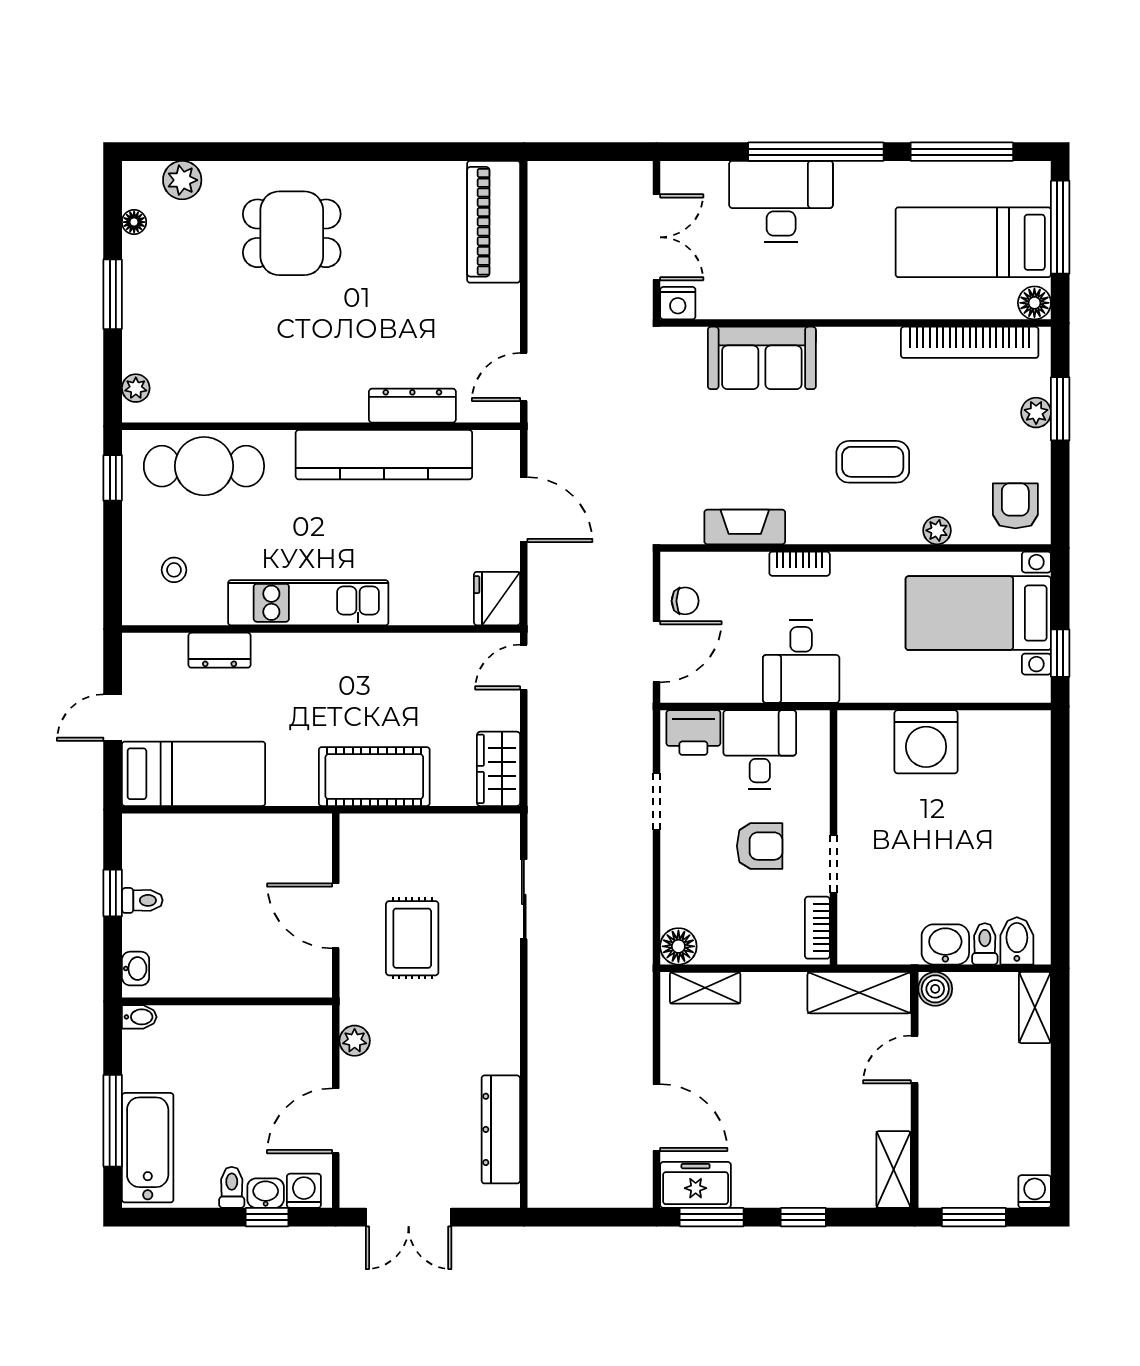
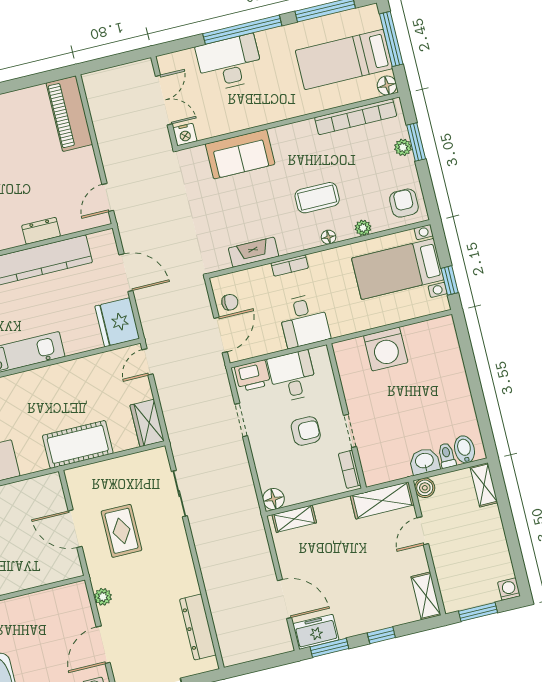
dresser: (412, 406) -> (41, 231), width x0.70
floor lamp: (876, 532) -> (328, 237), added
fridge: (497, 599) -> (117, 322), width x1.36, depth x1.34

